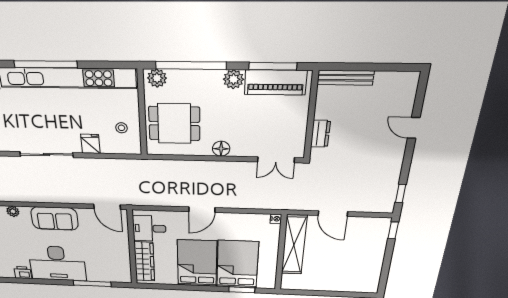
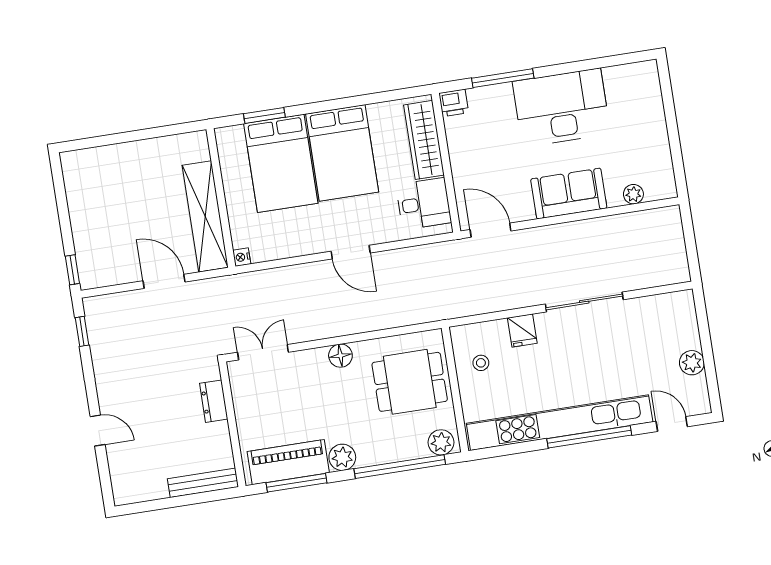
door: (202, 210) -> (351, 252), swing flipped
printer: (23, 273) -> (454, 103), moved

